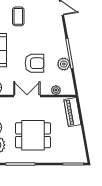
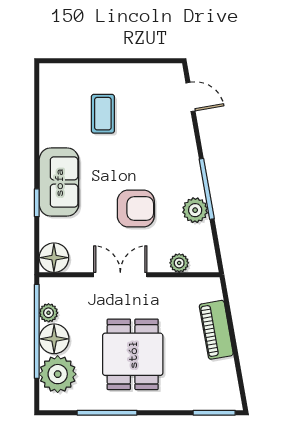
piano: (72, 112) -> (216, 330), moved
dining table: (33, 135) -> (133, 354), turned 90

